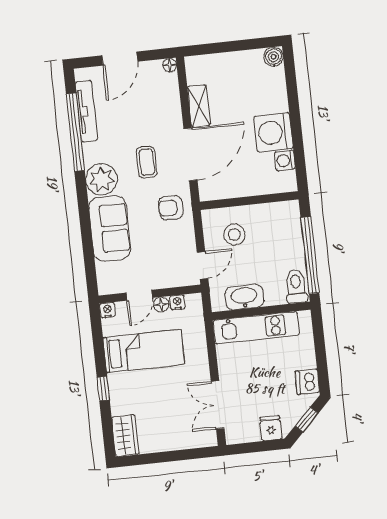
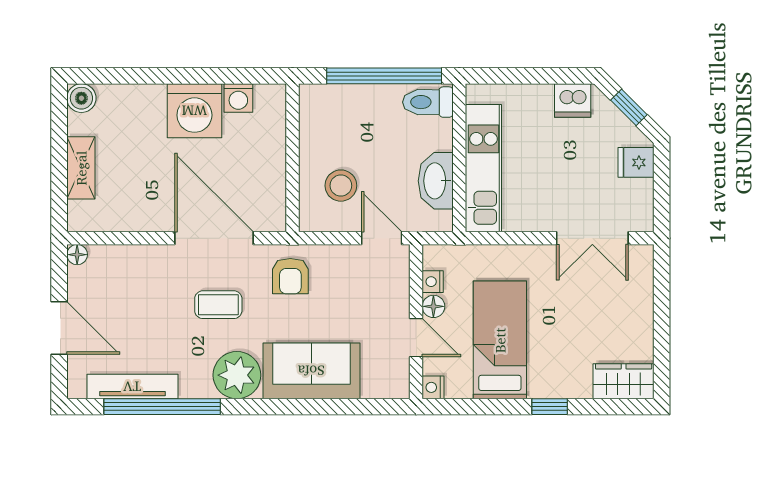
shelving: (199, 106) -> (81, 168), moved, turned 90

